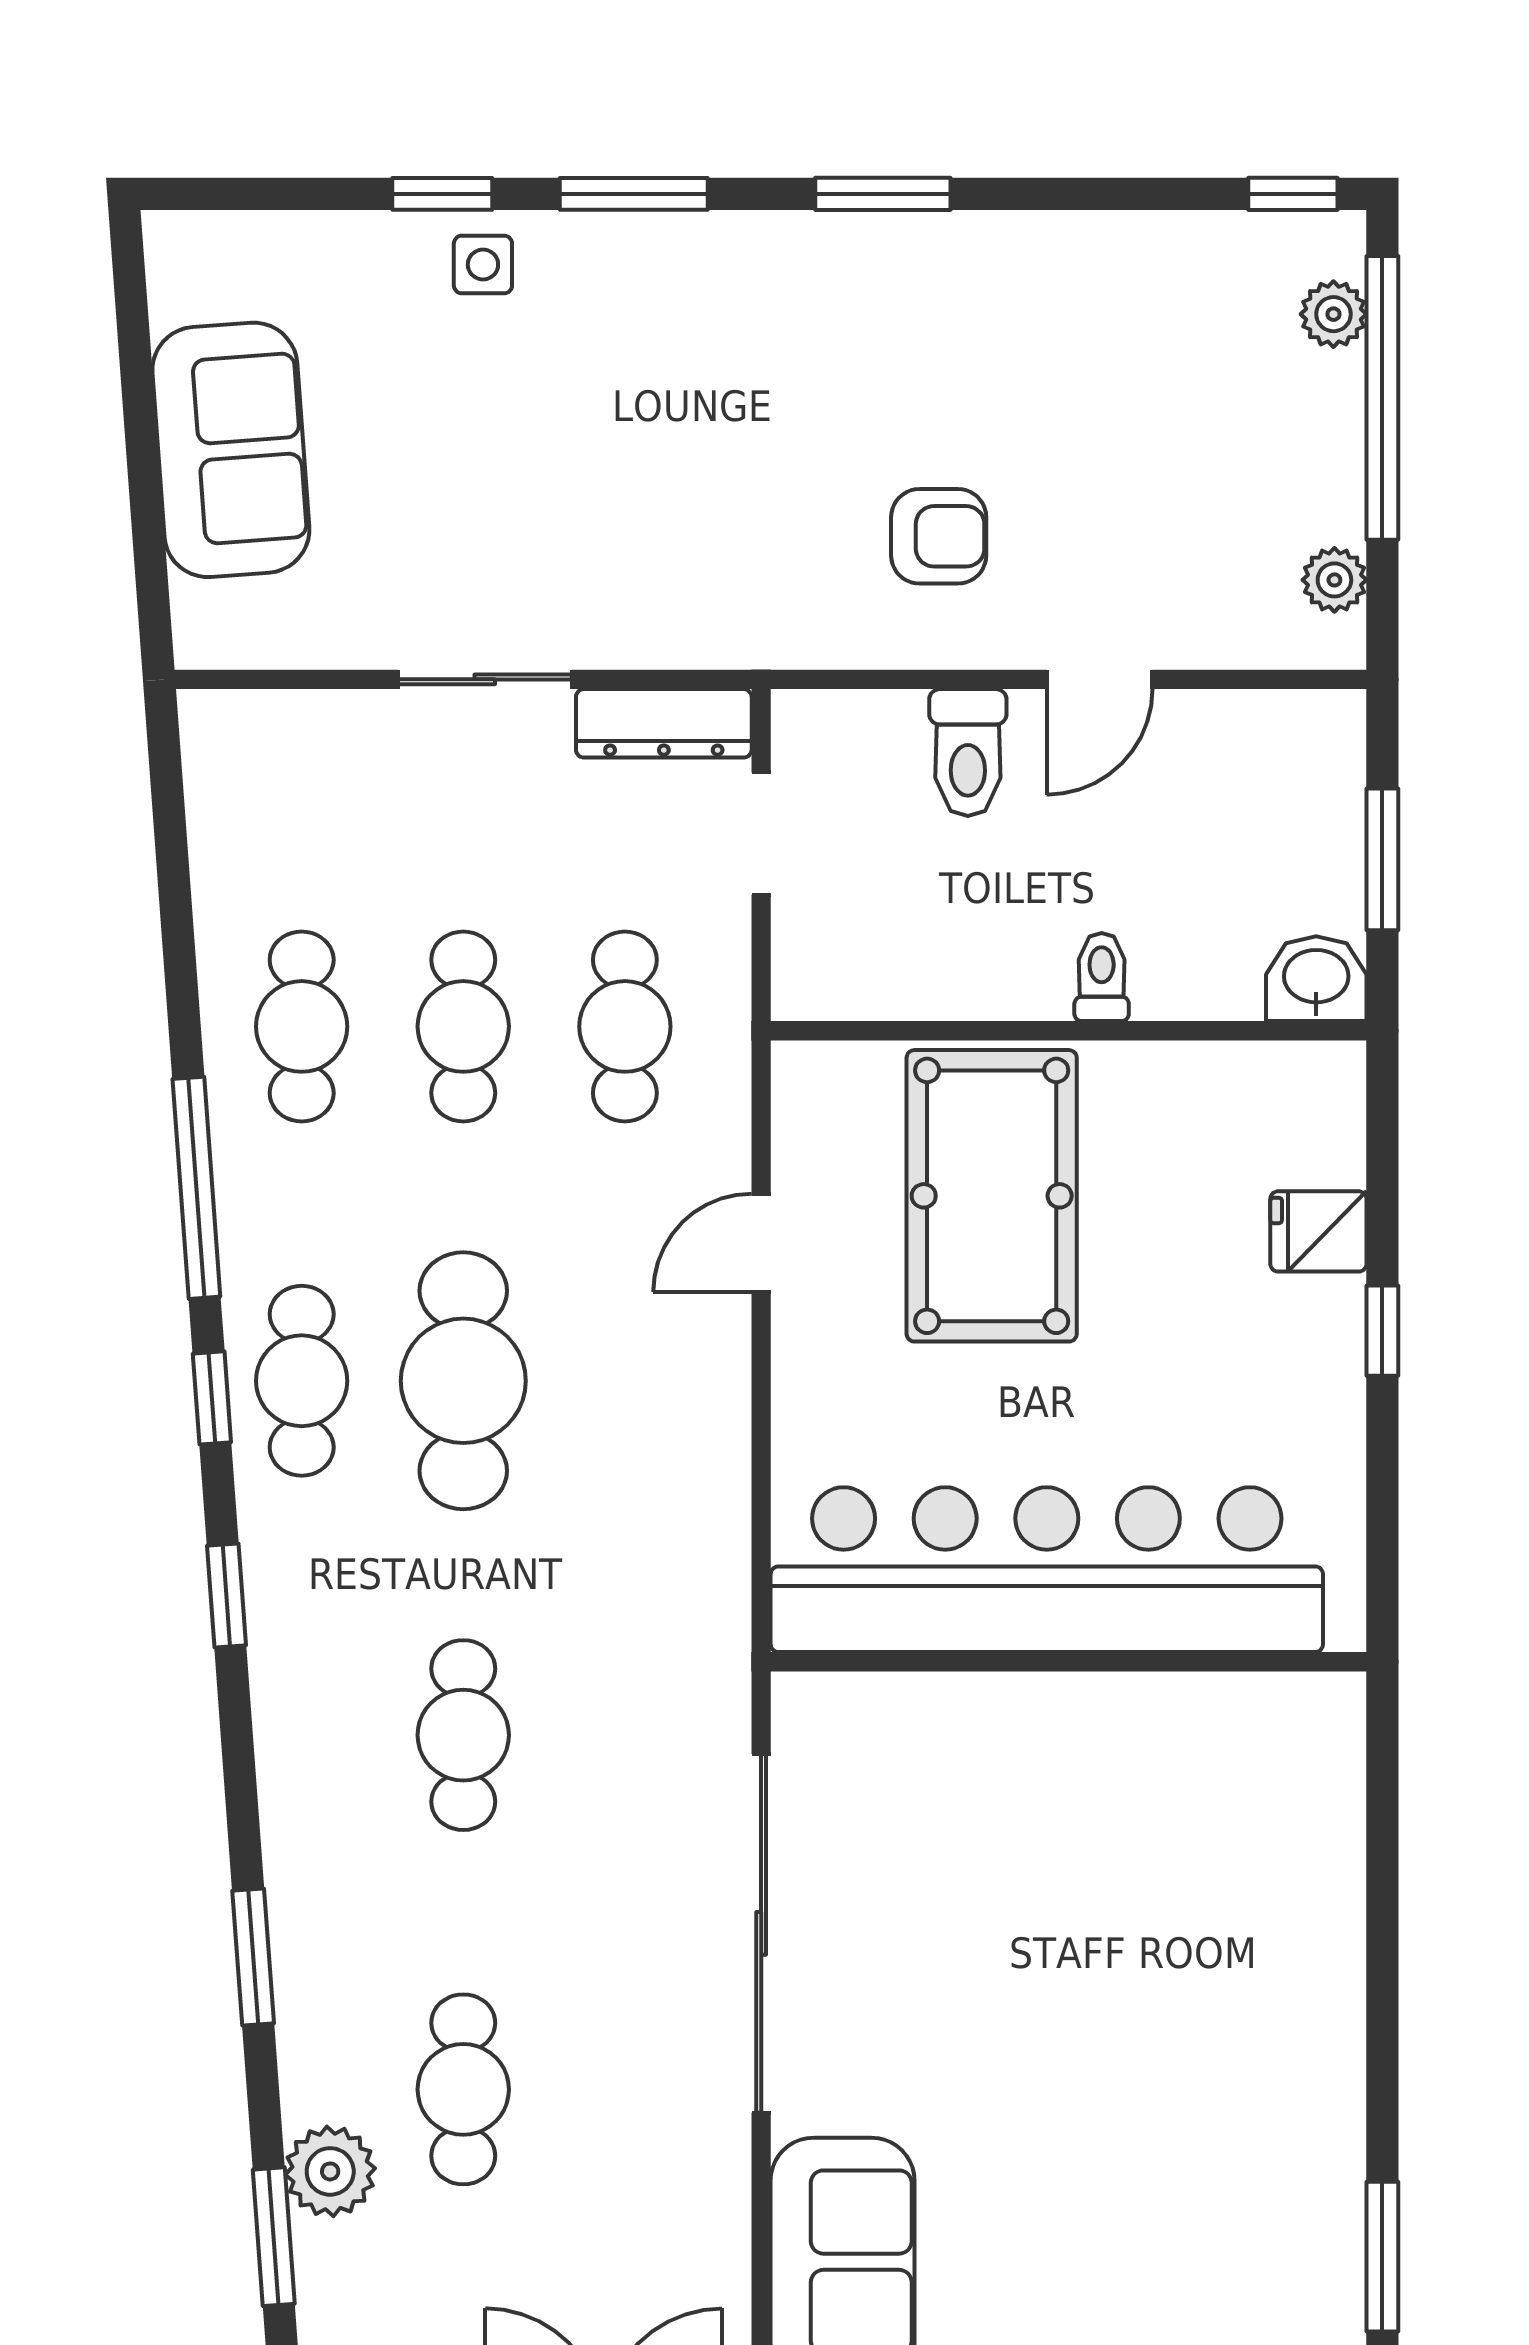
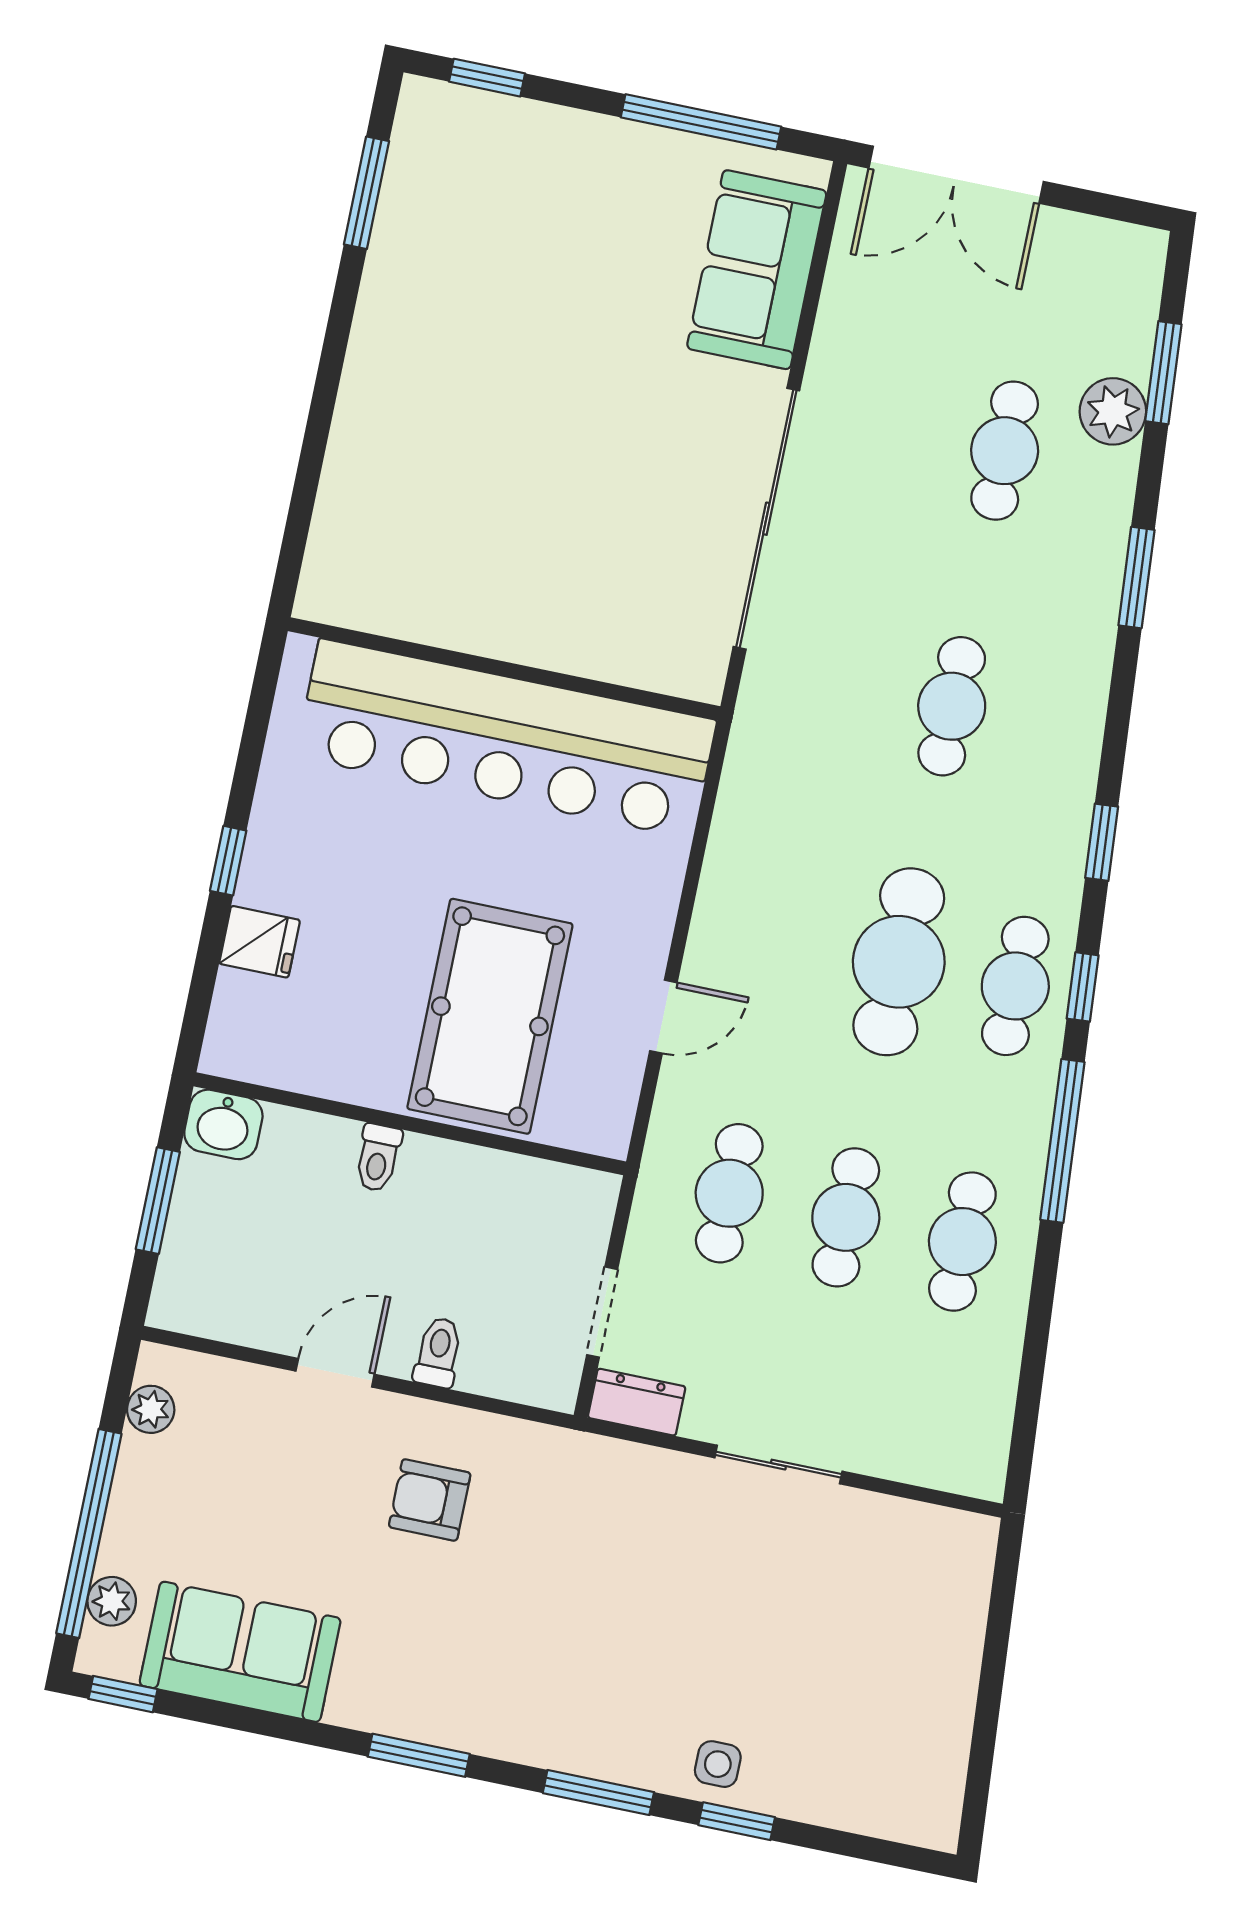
sofa: (231, 450) -> (240, 1652), moved, turned 94
dresser: (664, 723) -> (637, 1402), width x0.70
toilet: (968, 753) -> (438, 1352), width x0.73, depth x0.72

